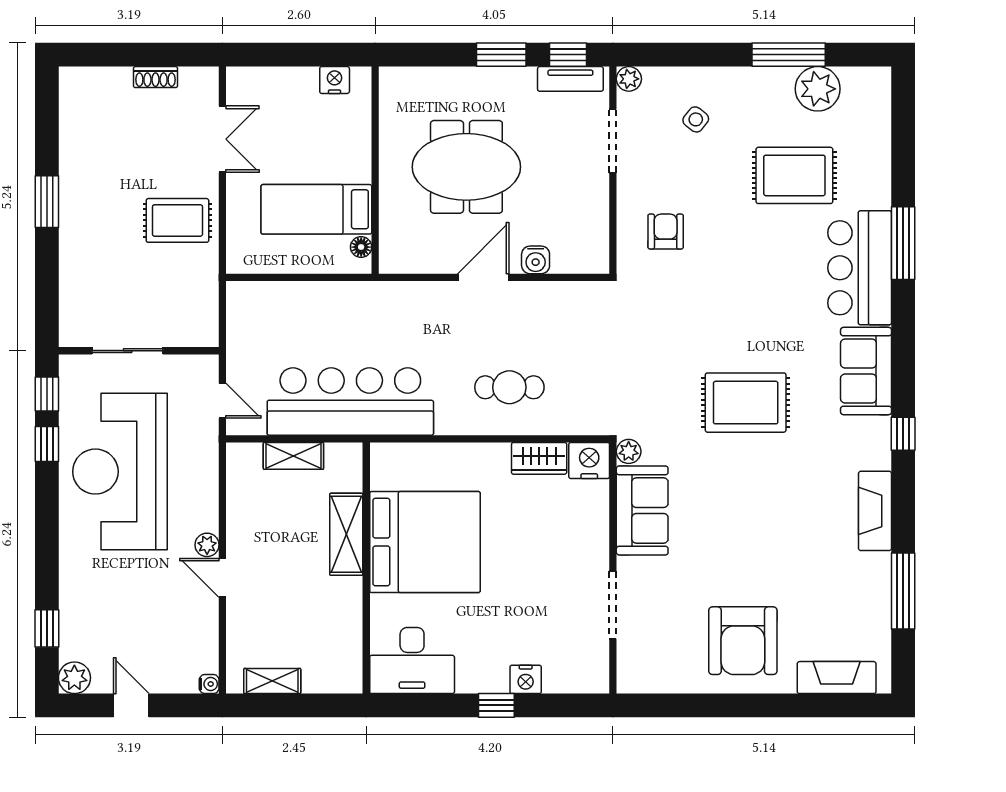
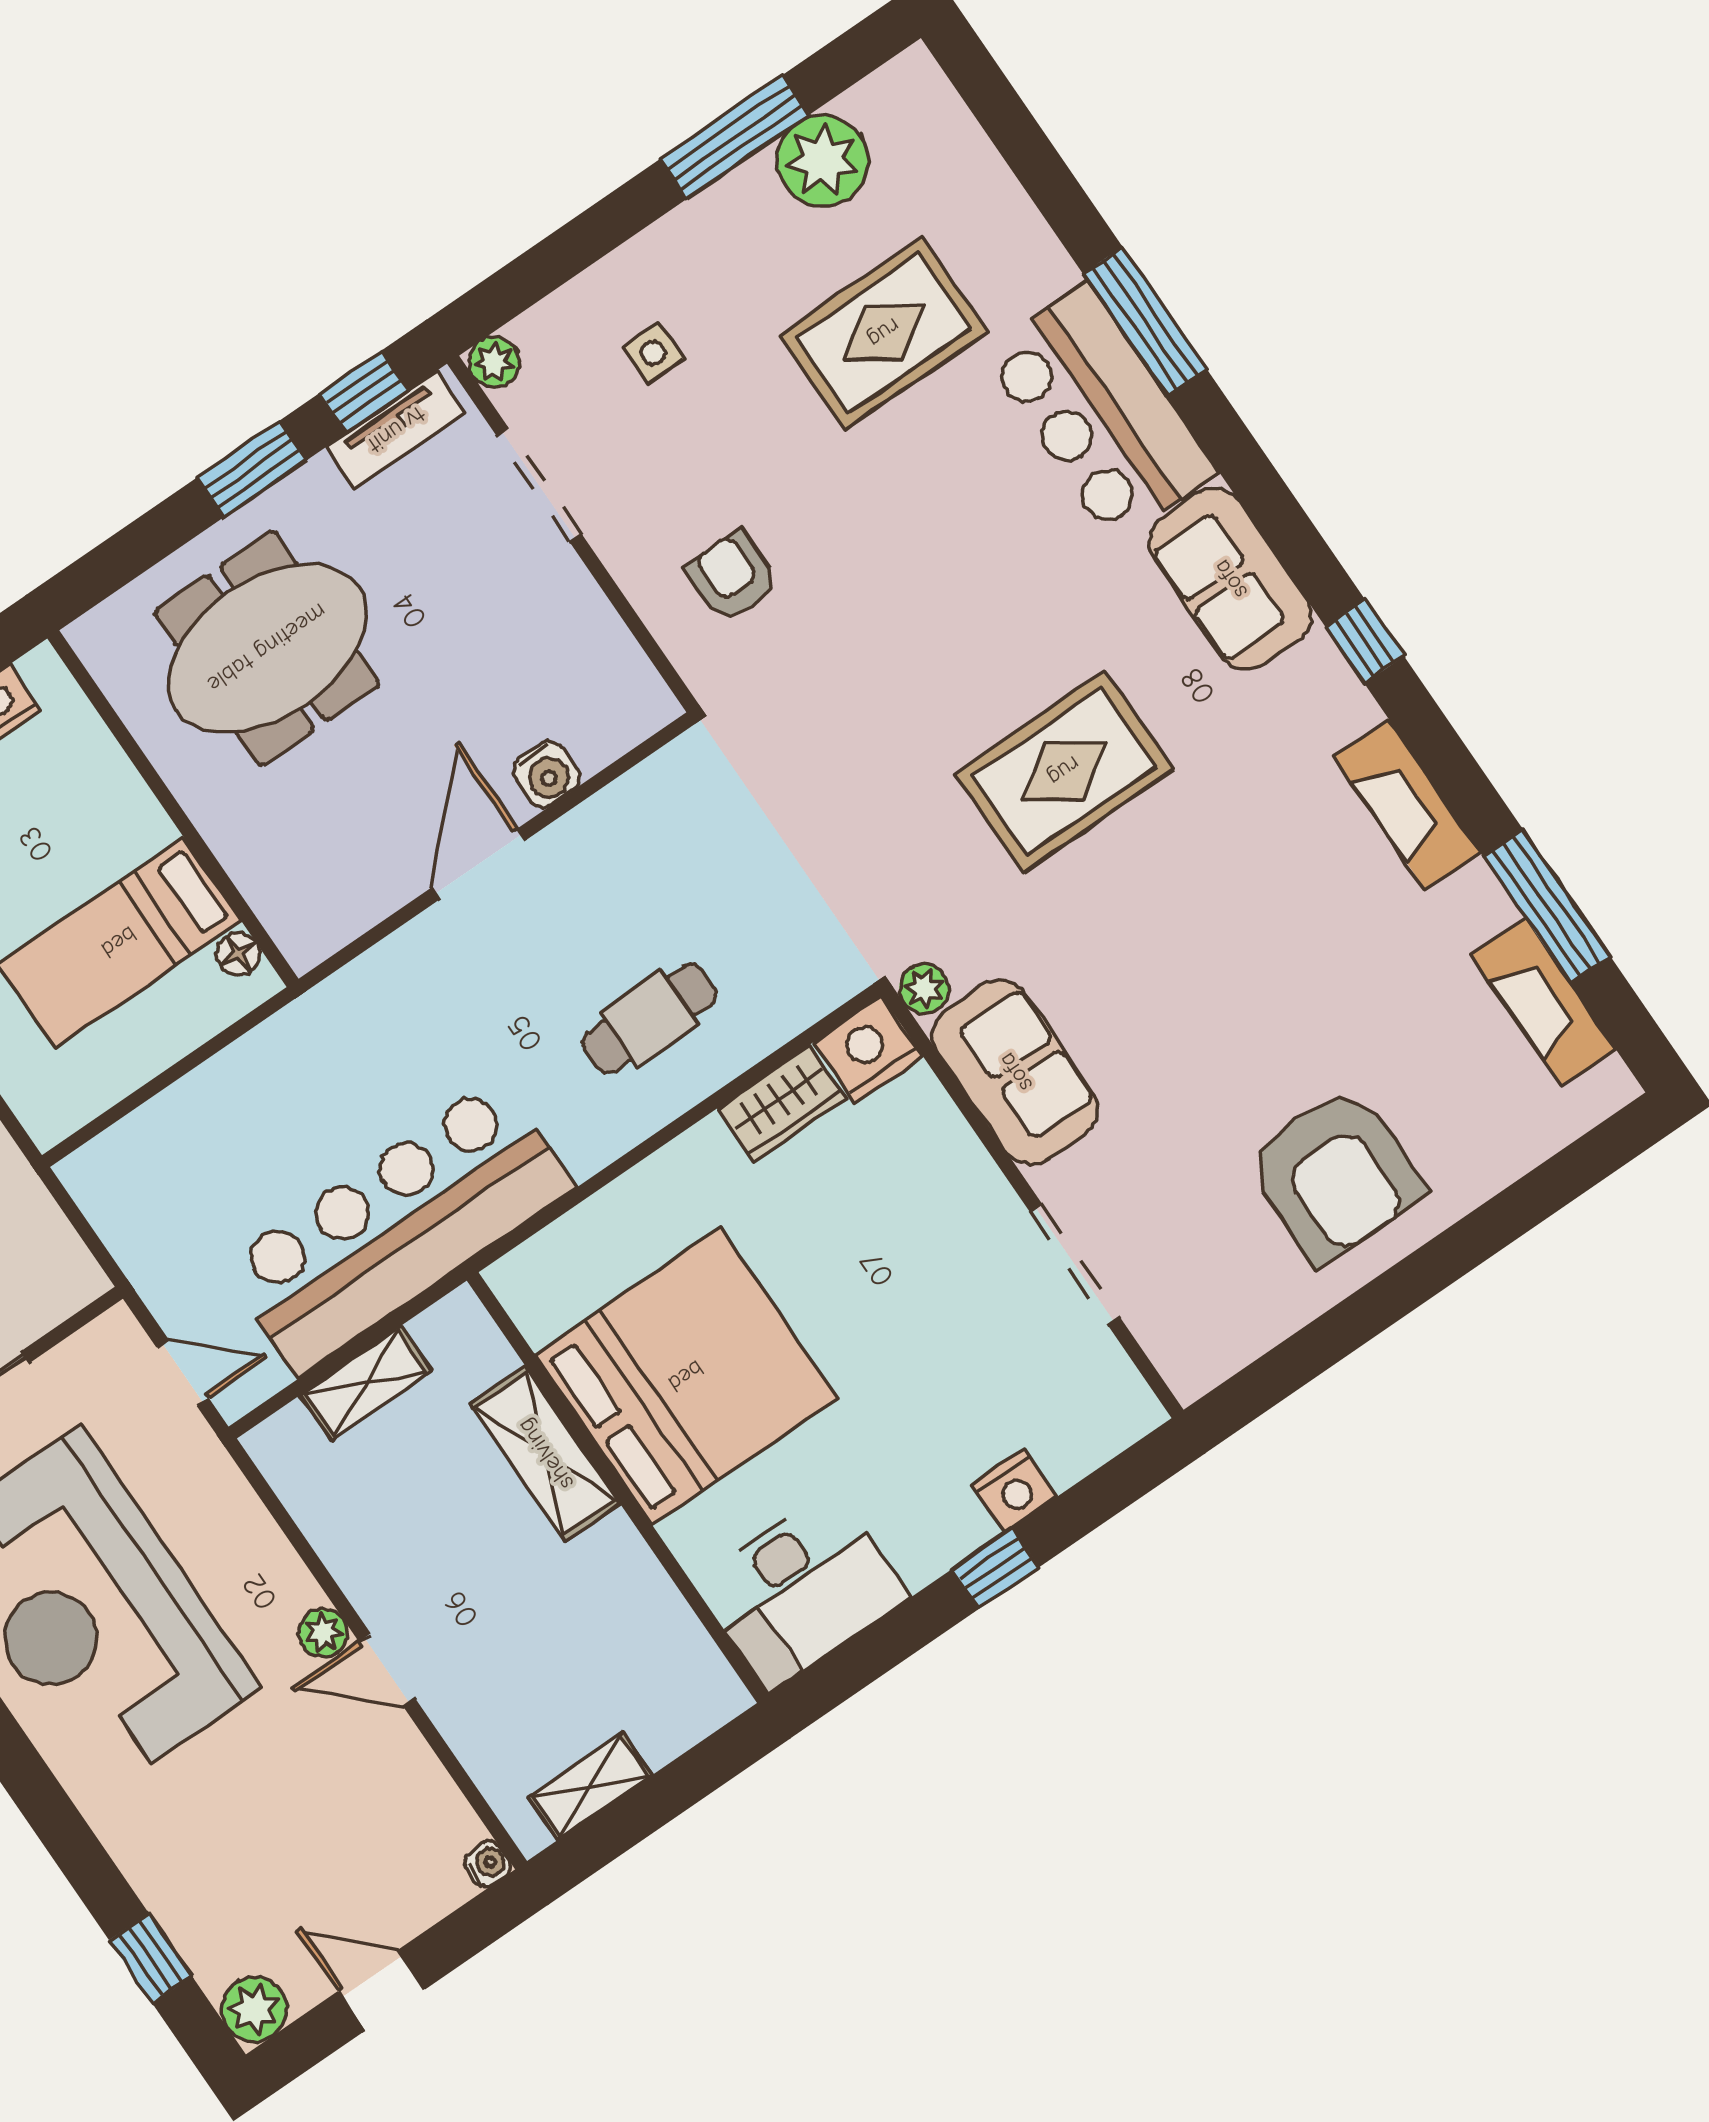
side table: (696, 119) -> (653, 353), turned -38
meeting table: (466, 167) -> (267, 648), moved
fireplace: (837, 678) -> (1543, 1002), moved, turned -90

